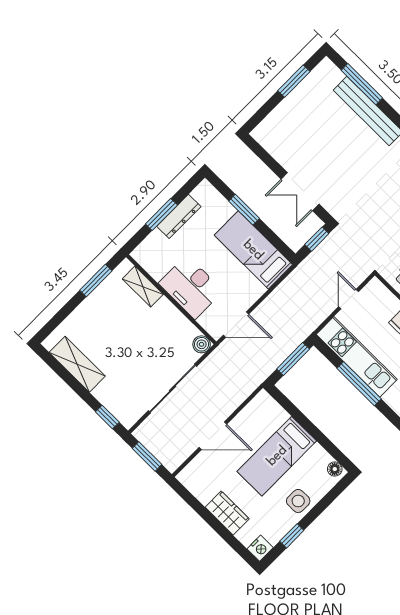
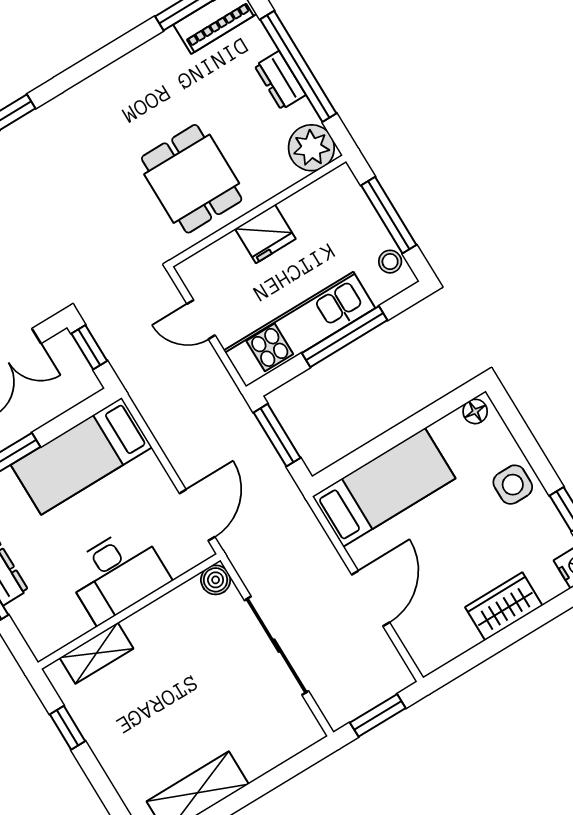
window: (96, 281) -> (67, 728), width x0.67
window: (107, 417) -> (297, 765), removed
bed: (277, 456) -> (384, 487), moved, turned -90

